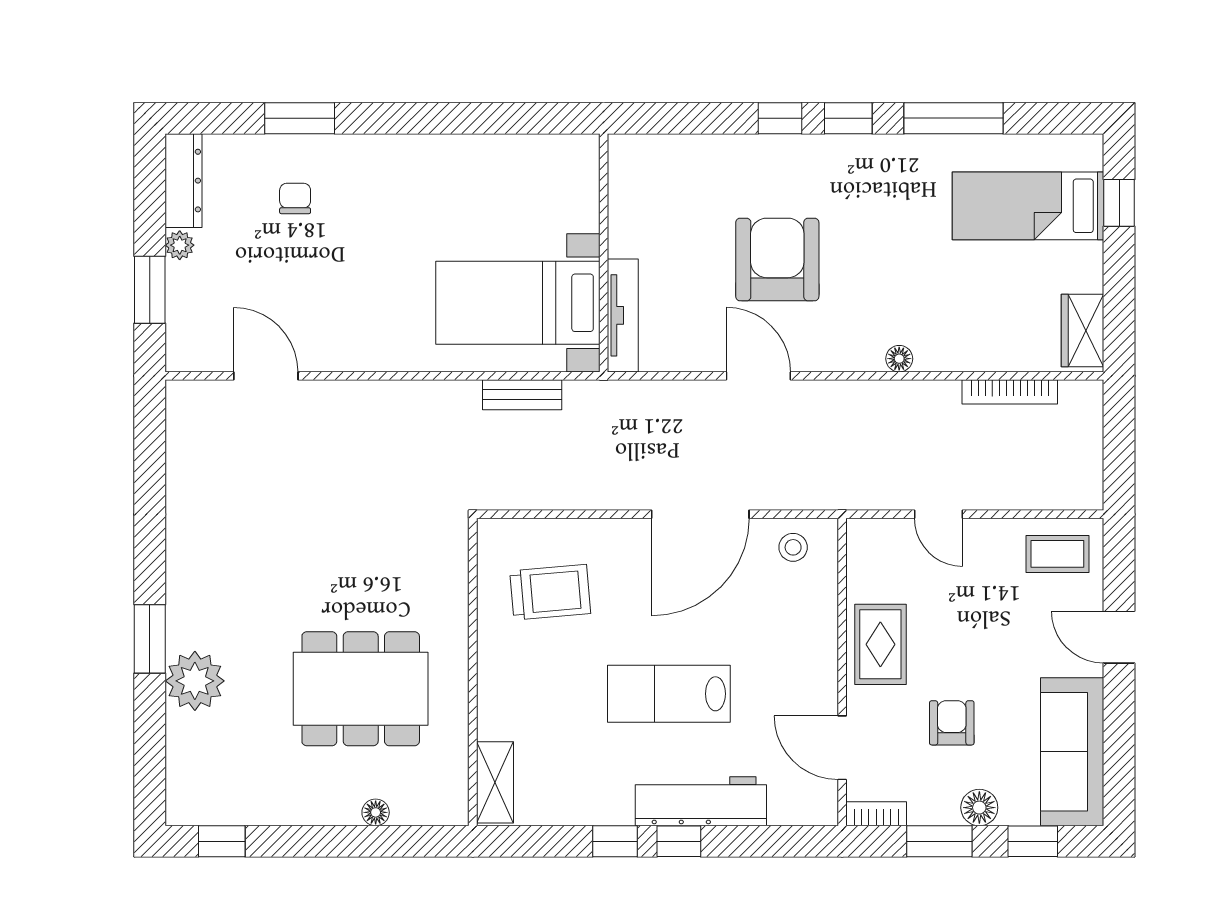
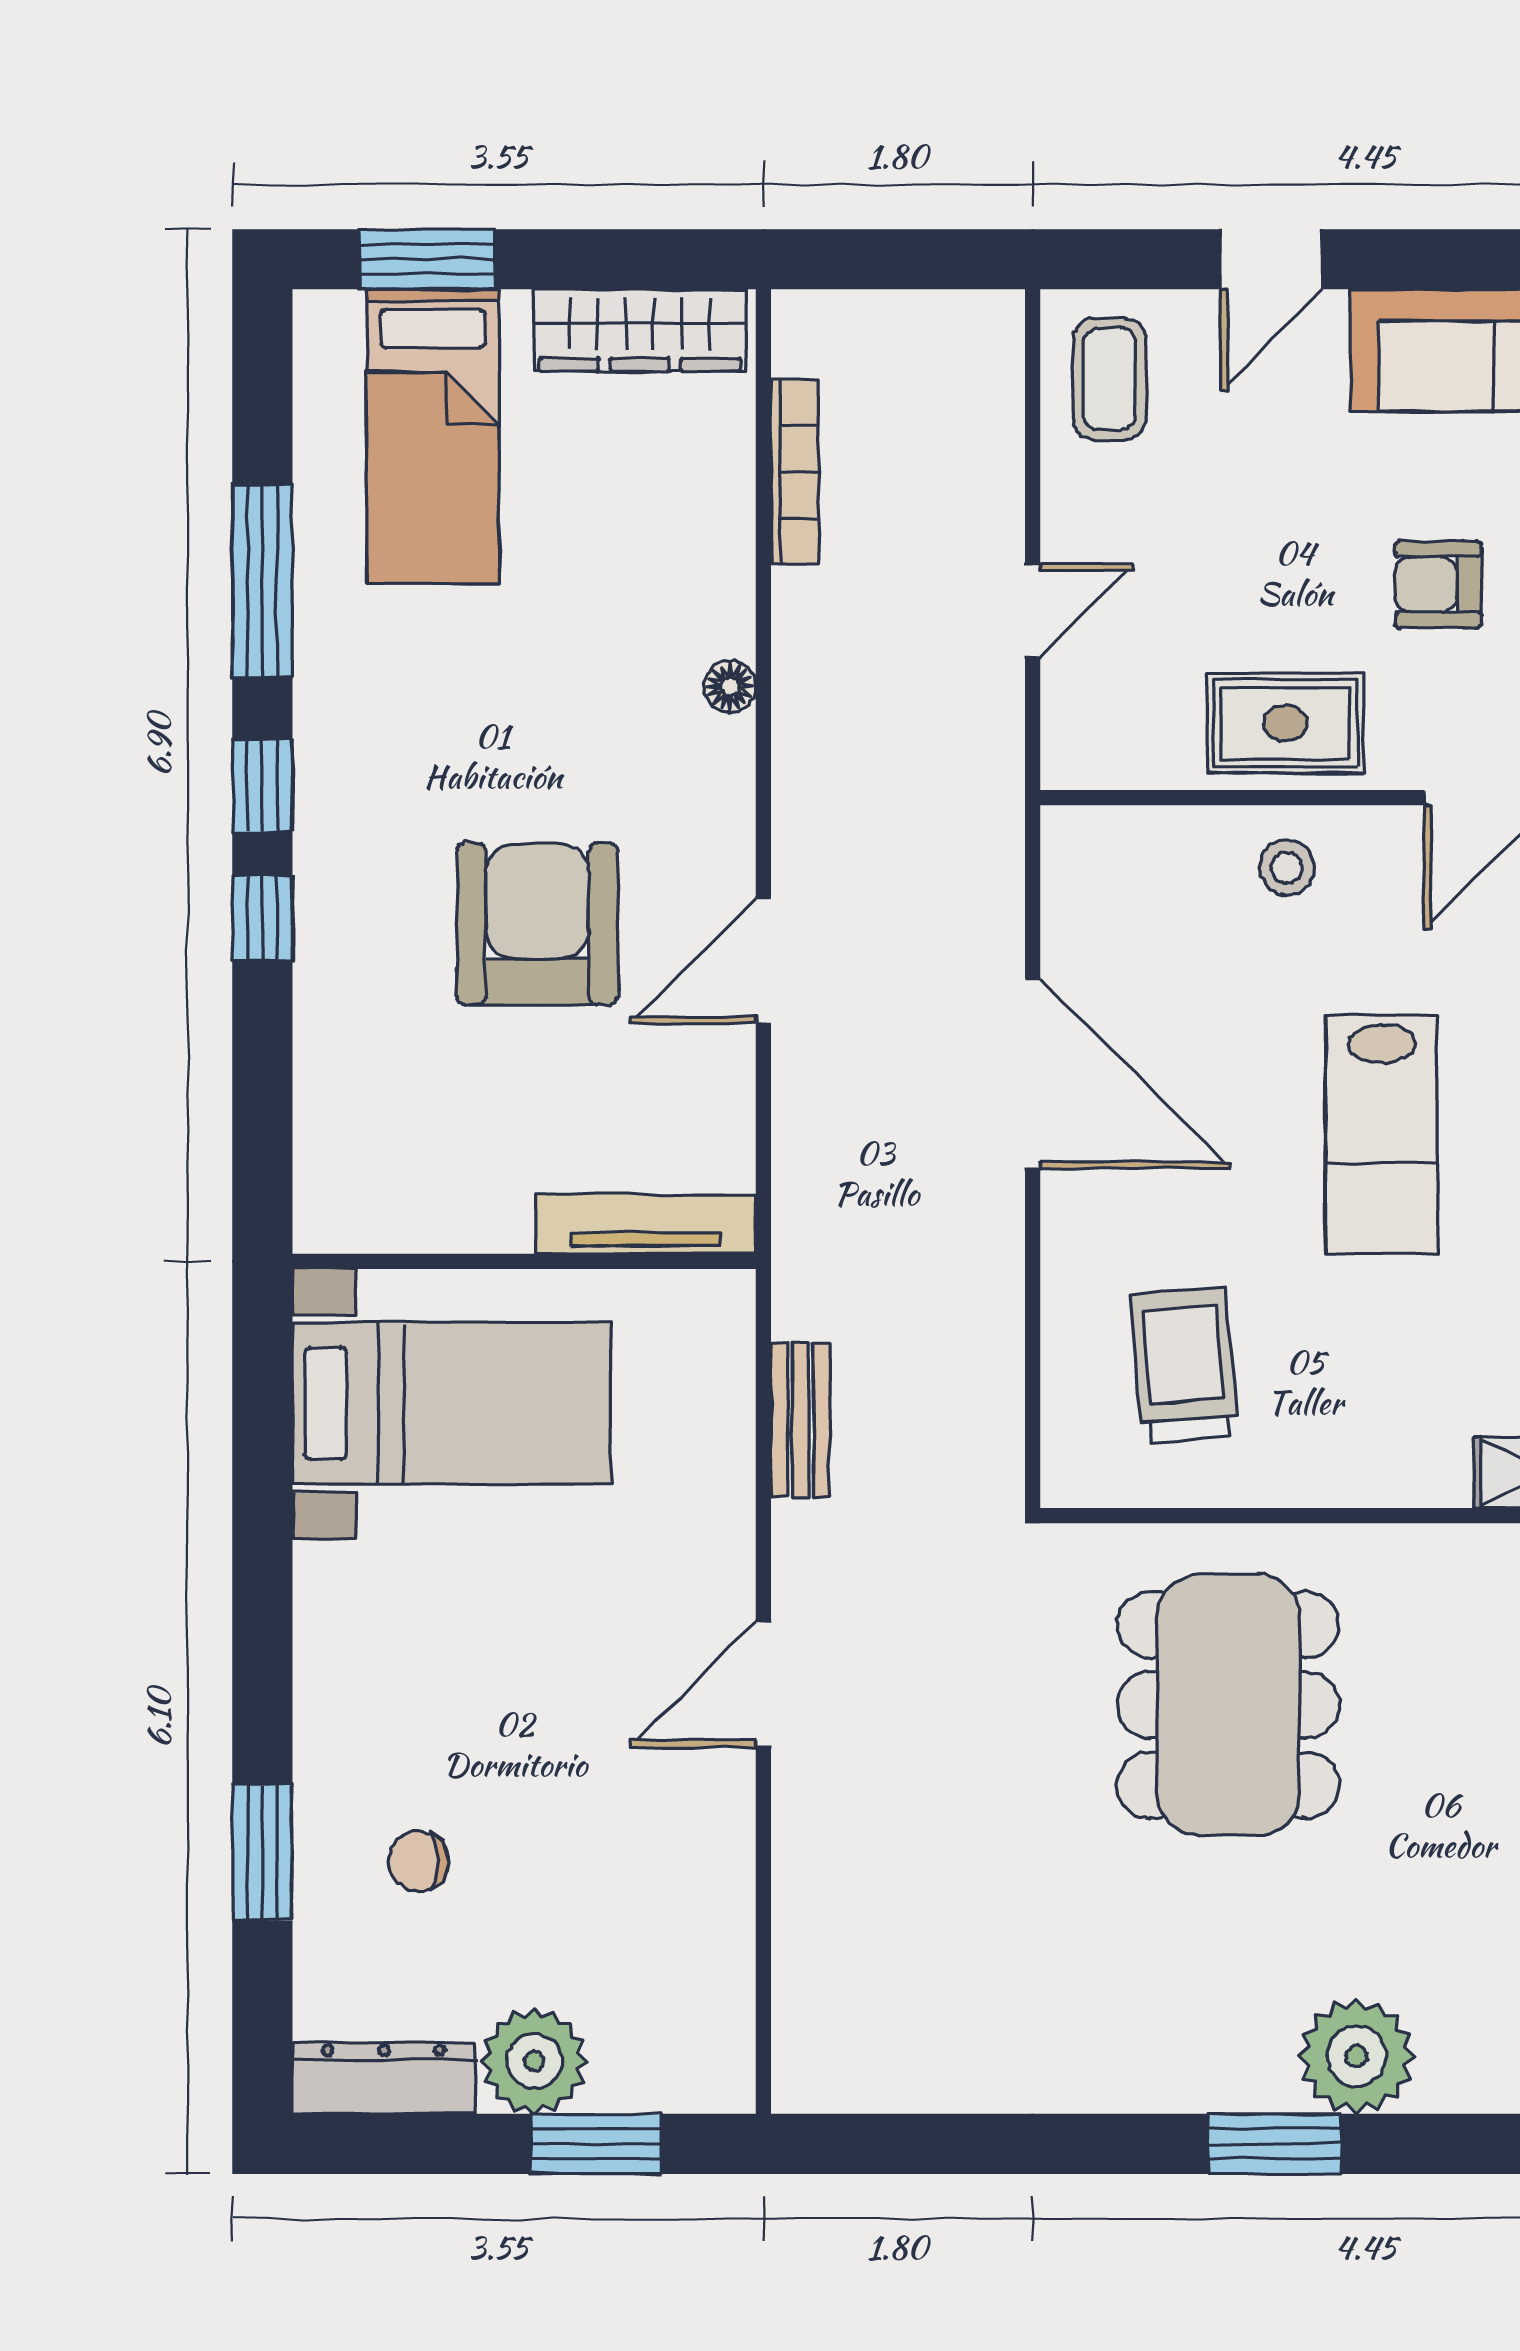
window: (1119, 203) -> (427, 259), width x1.50
plant: (180, 245) -> (534, 2061), width x1.88, depth x1.88
armchair: (777, 260) -> (537, 924), turned 90
bed with nightstands: (518, 303) -> (452, 1404), moved, turned -90
wardrobe: (1083, 330) -> (640, 330), width x1.50
door: (266, 376) -> (763, 1684), moved
stool: (793, 547) -> (1287, 868), moved
dining table: (361, 689) -> (1228, 1705), moved

